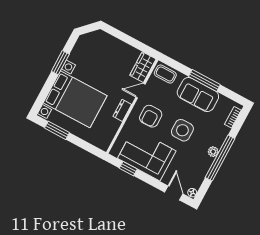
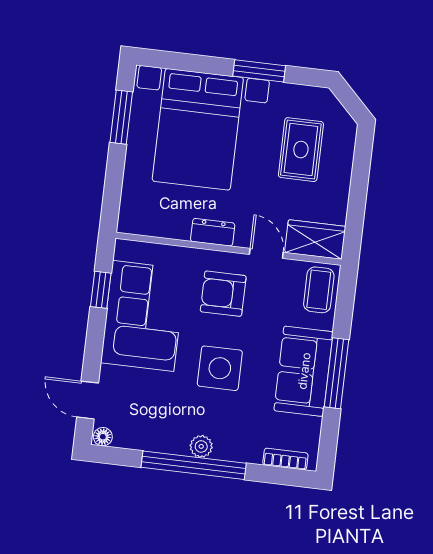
rug: (101, 58) -> (301, 150), added
door: (174, 193) -> (88, 400), swing flipped

